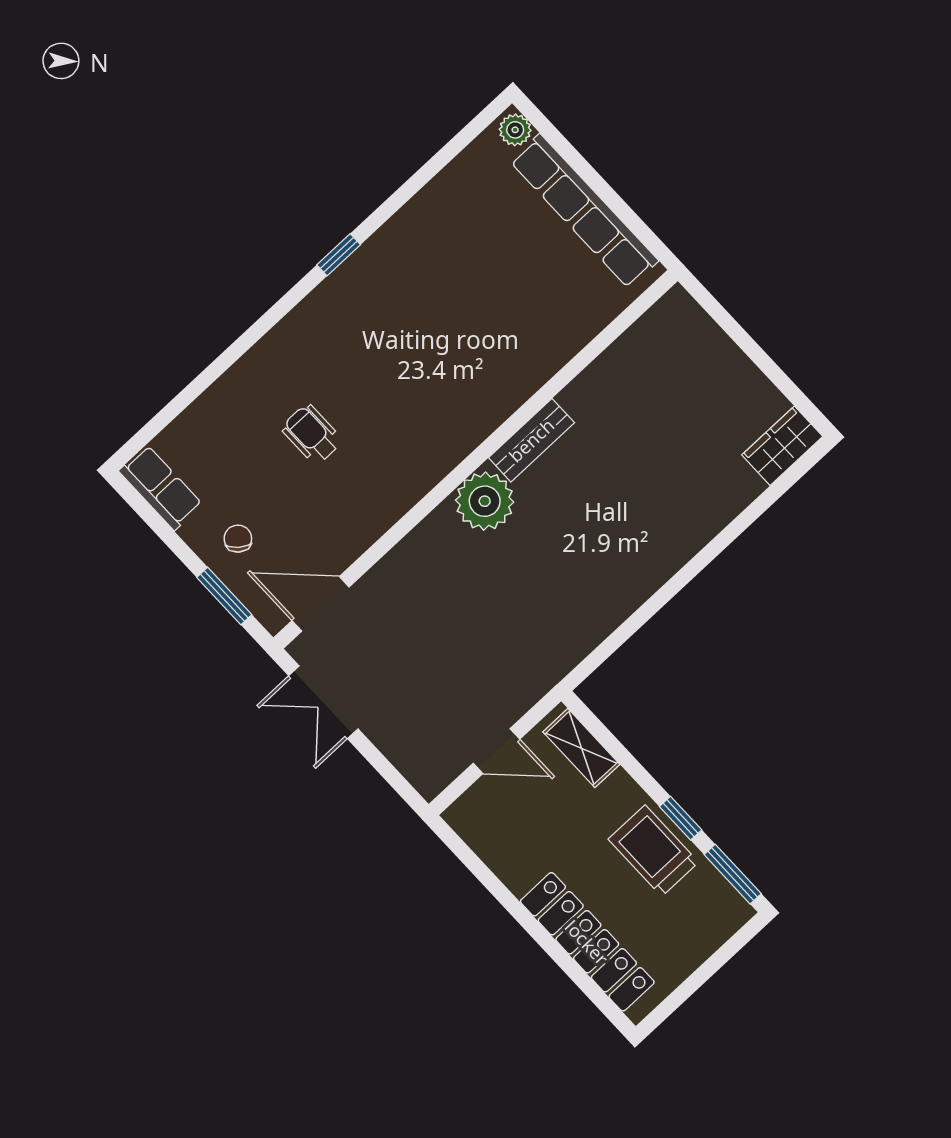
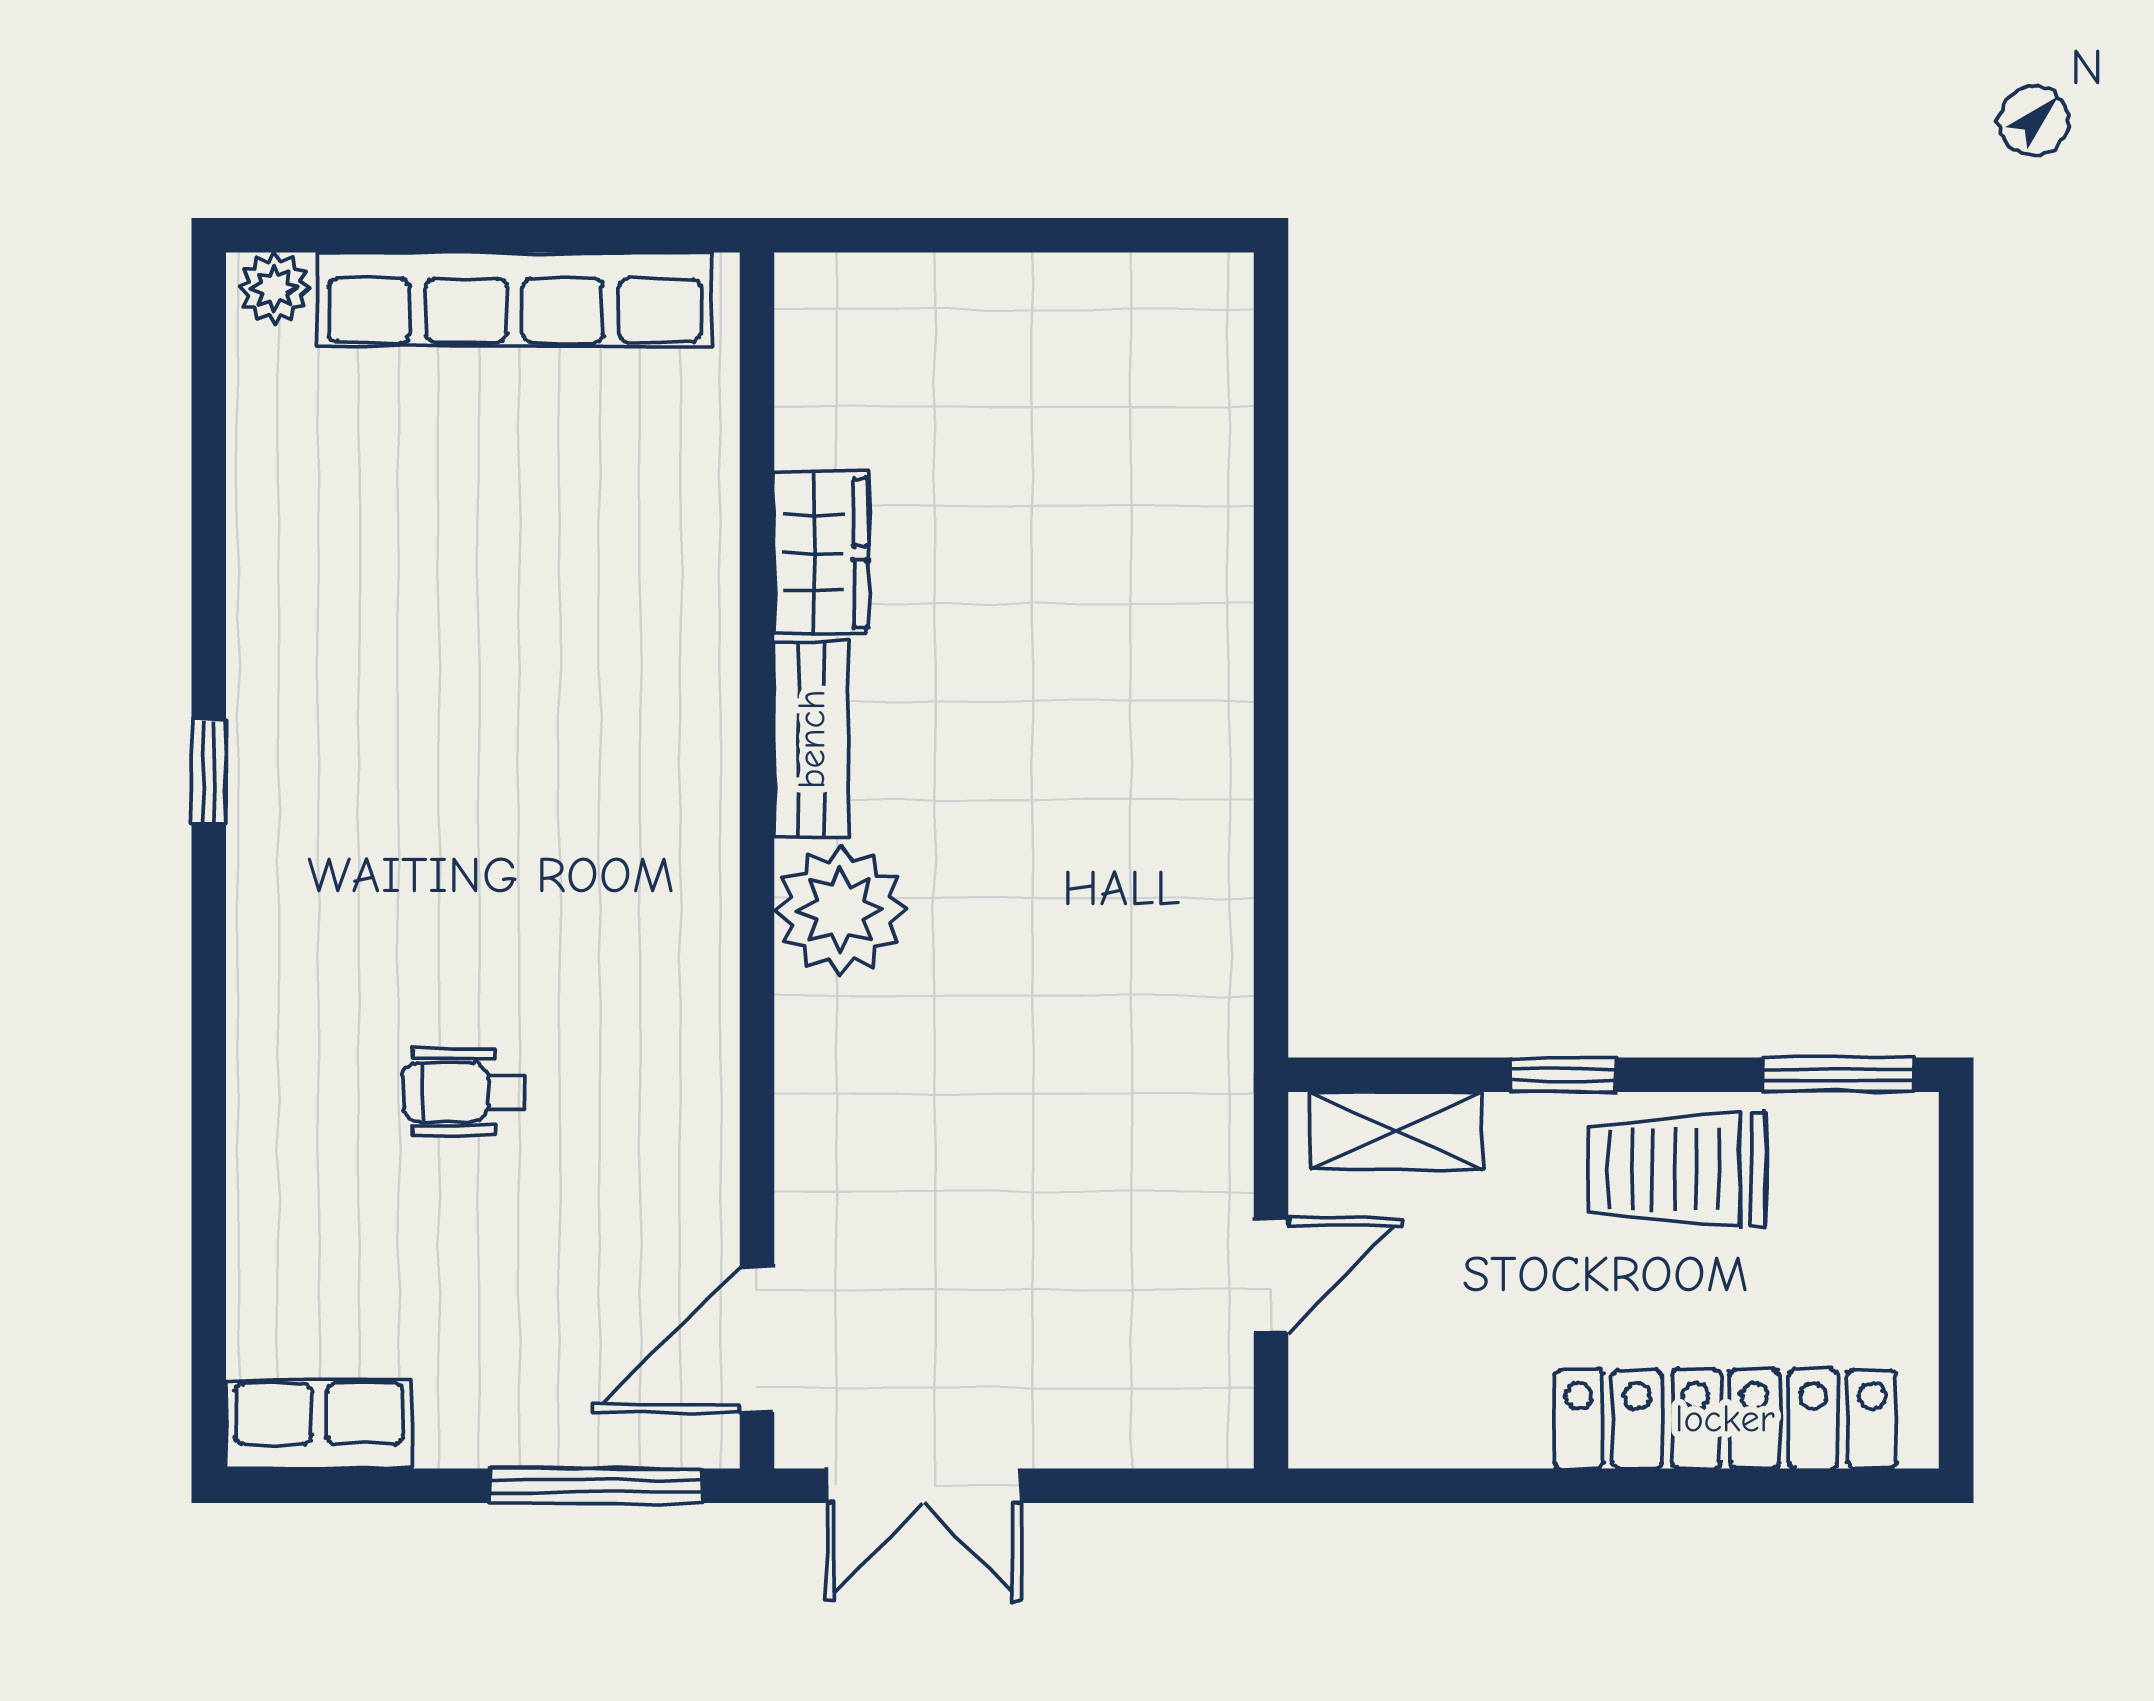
wardrobe: (782, 446) -> (821, 553), moved, turned 180
chair: (238, 539) -> (522, 1375), removed
window: (224, 596) -> (596, 1486), width x1.44
window: (681, 818) -> (1564, 1075), moved

